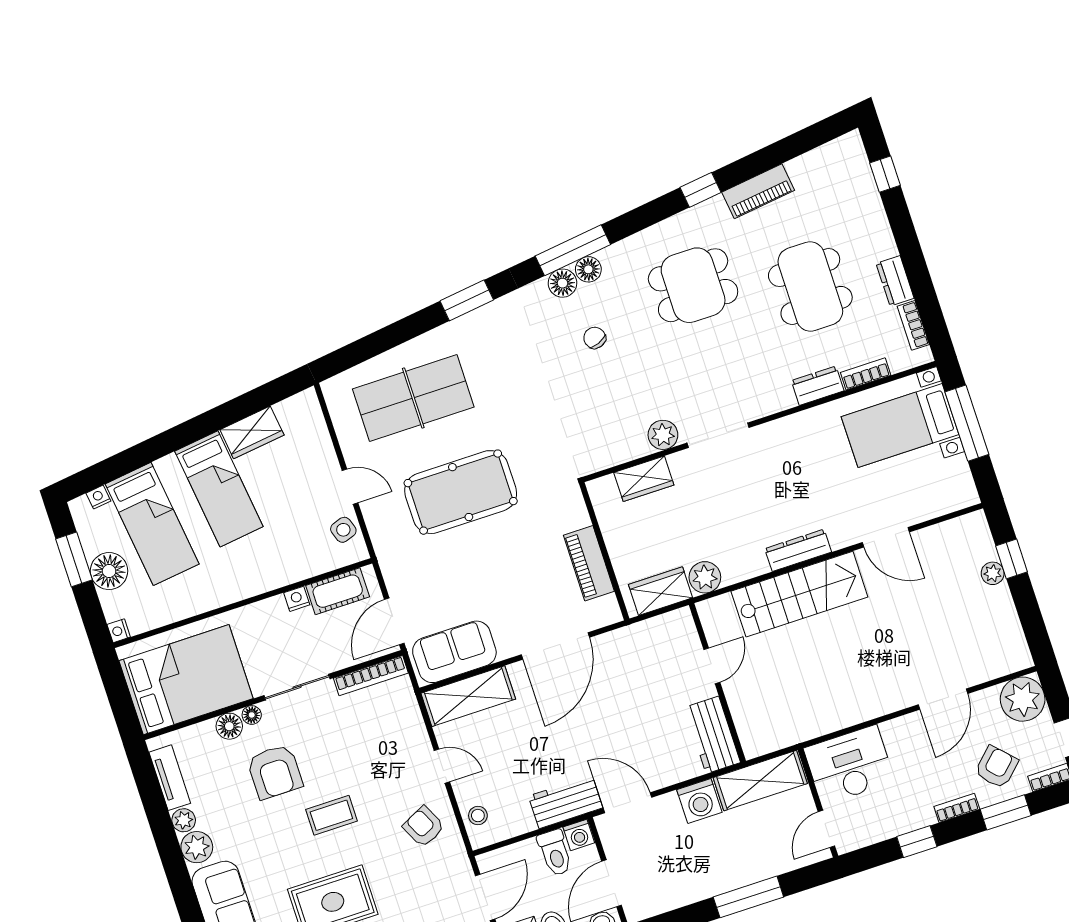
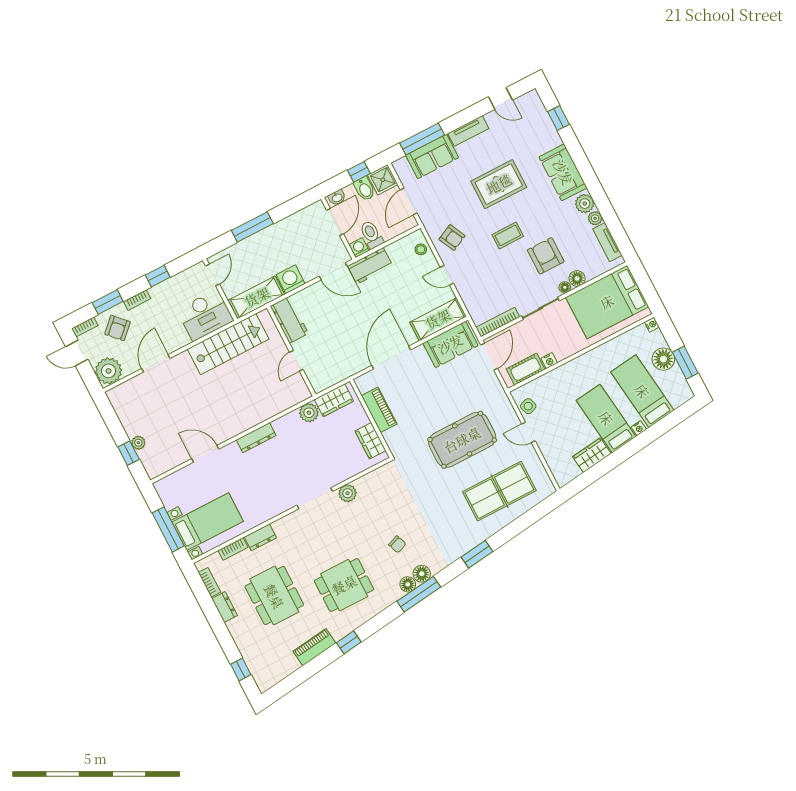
wardrobe: (644, 479) -> (370, 441), moved, turned -90
nightstand: (98, 497) -> (639, 428), moved
stairs: (799, 594) -> (228, 344), moved, turned 180

